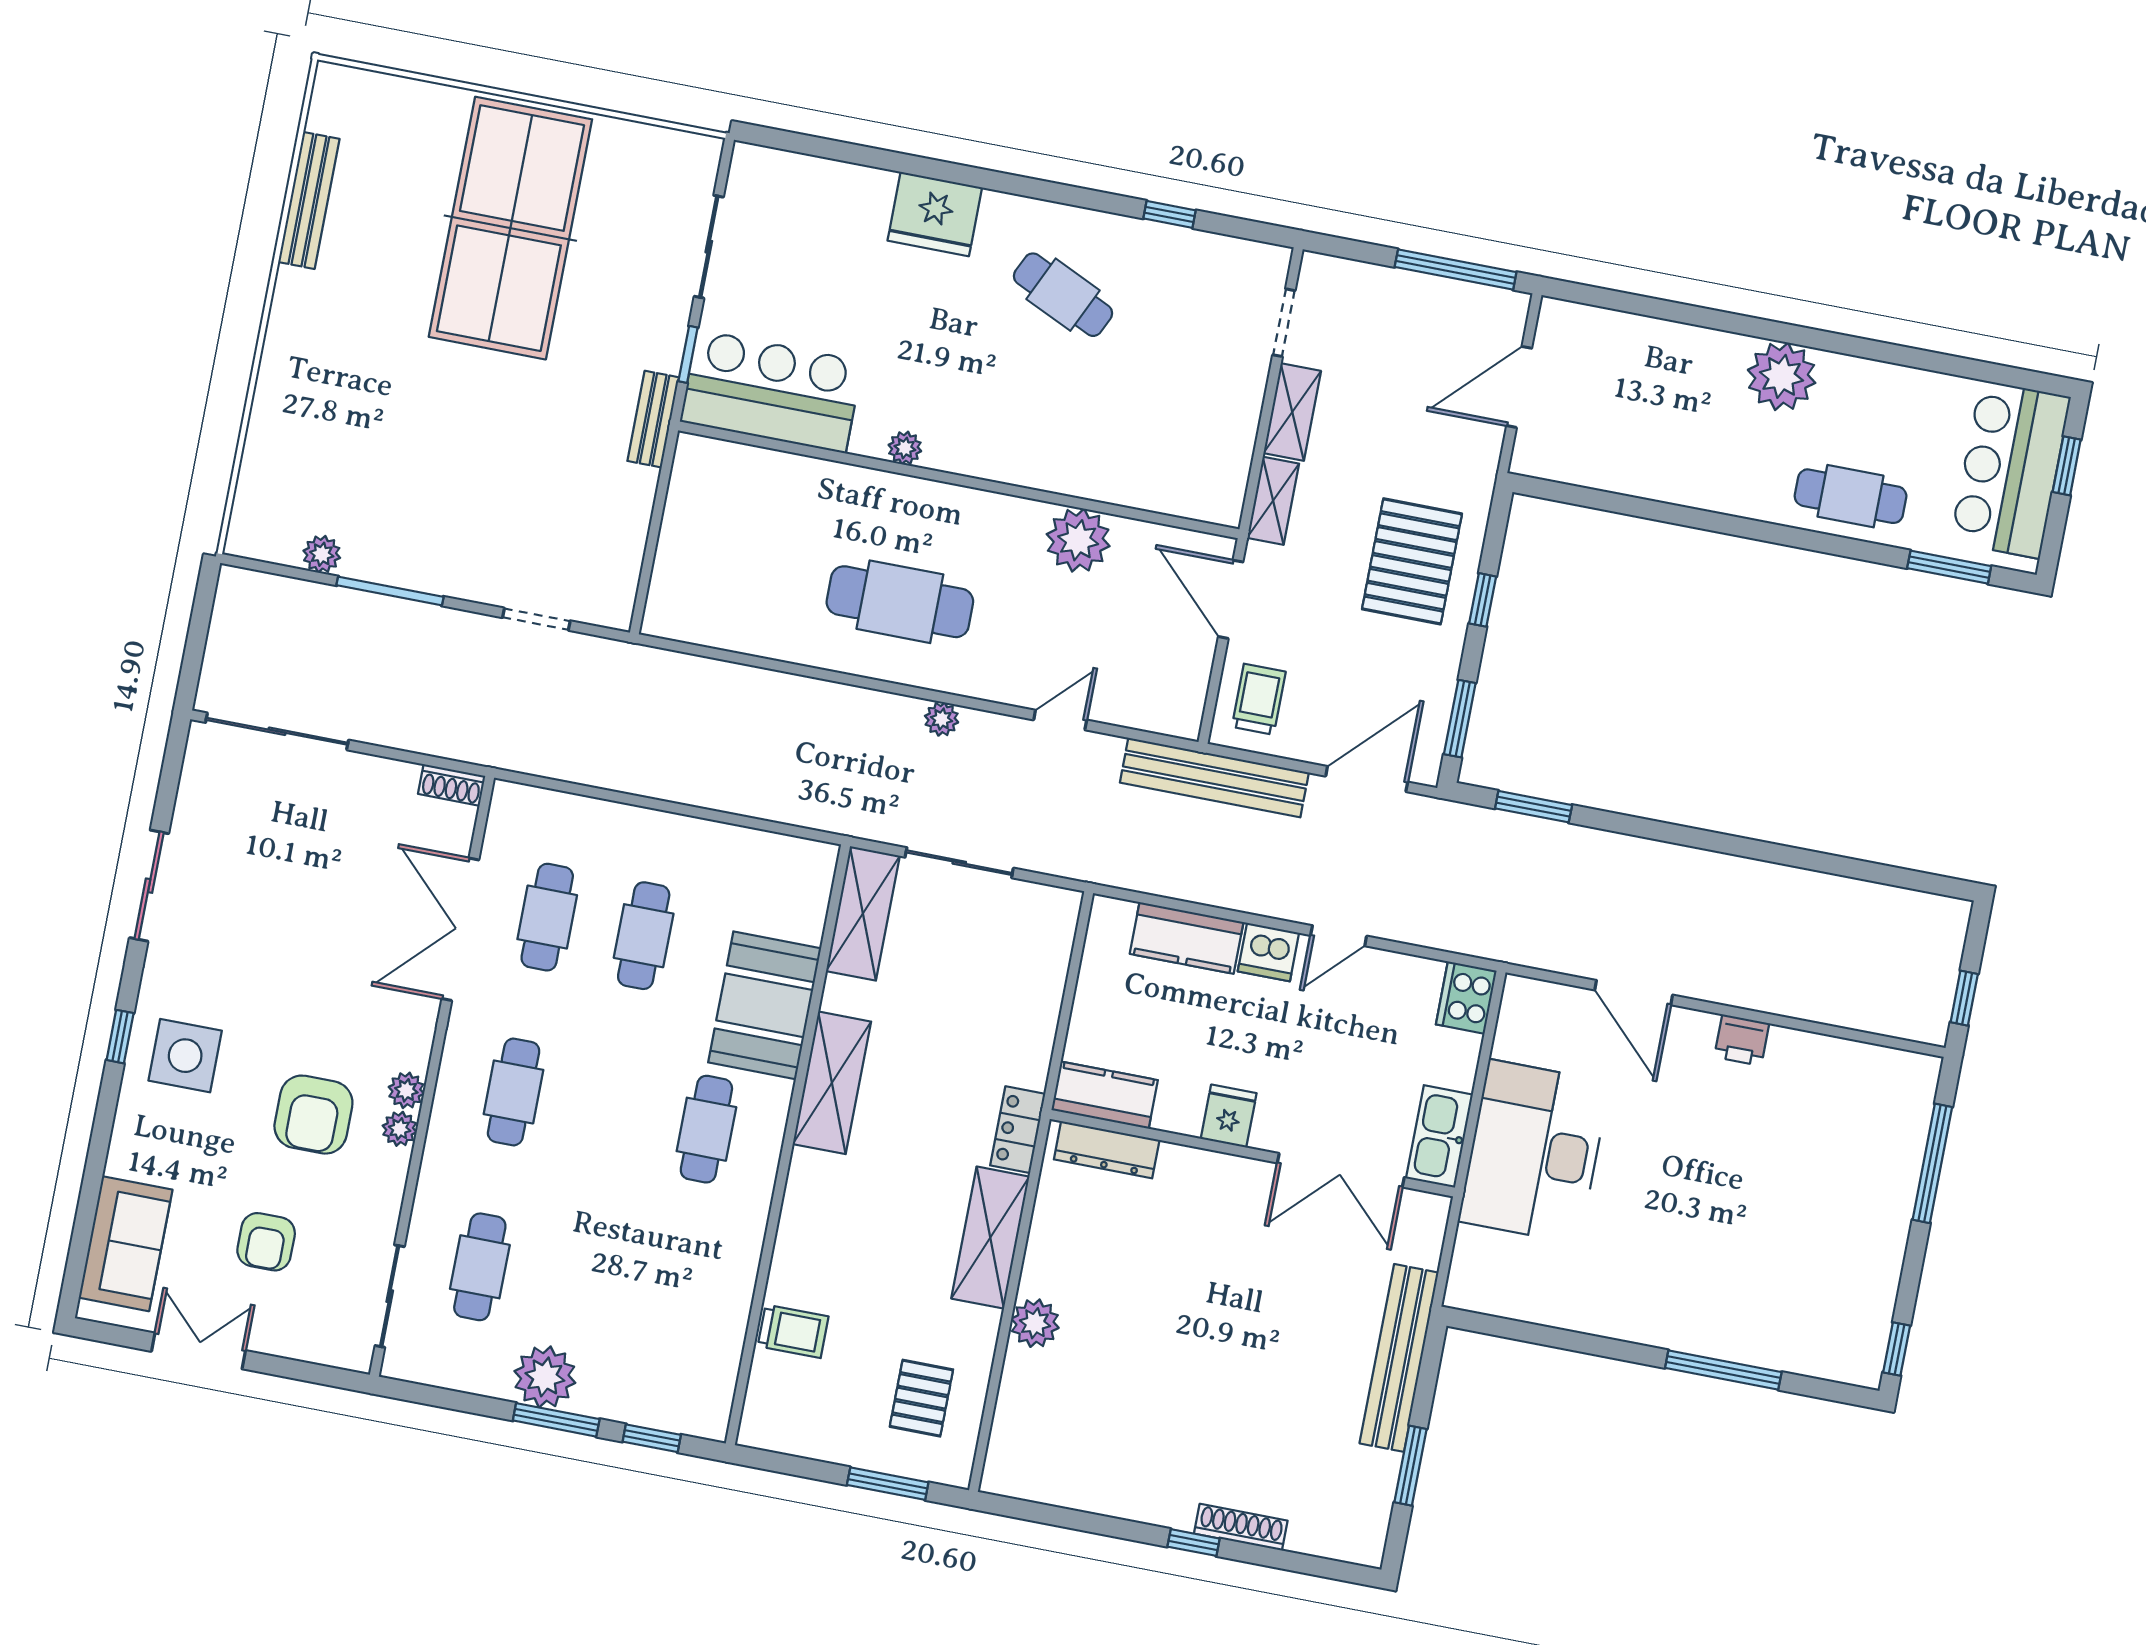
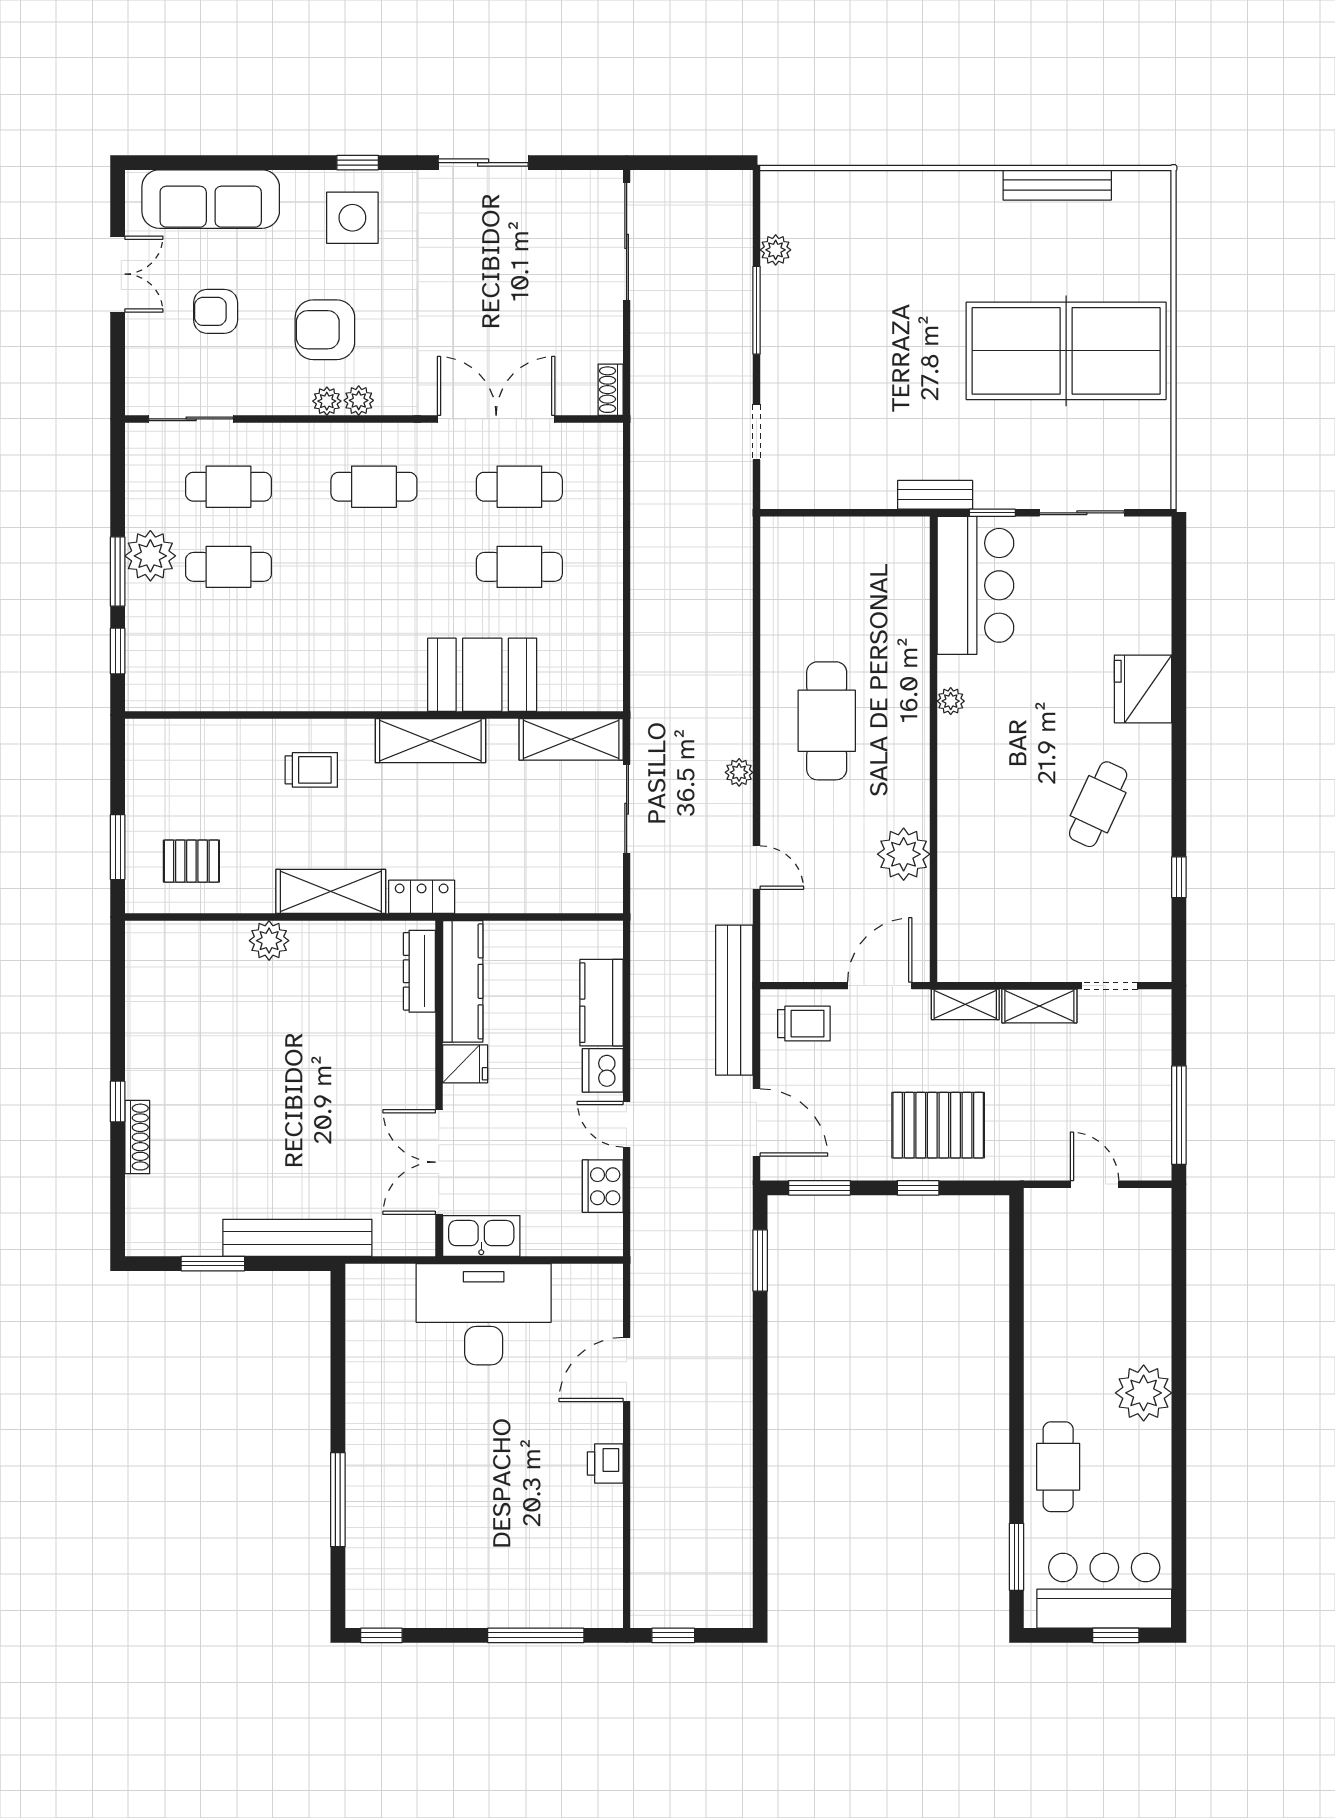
door: (1519, 387) -> (1095, 1184), width x0.73
cooker: (1466, 998) -> (603, 1186), moved, turned -90
kitchen counter: (1105, 1095) -> (463, 981), width x1.50
cafe table: (706, 1129) -> (229, 567), moved
sofa: (126, 1244) -> (211, 199), width x1.36
trolley: (793, 1331) -> (311, 770), moved, turned -90

